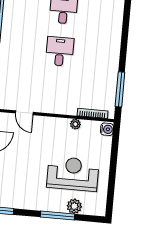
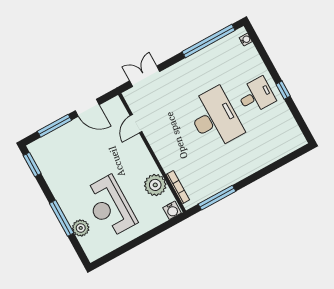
desk: (60, 51) -> (215, 118), width x1.87, depth x1.30
plant: (75, 124) -> (155, 185), width x1.87, depth x1.87
reception desk: (73, 174) -> (110, 206), turned 180

